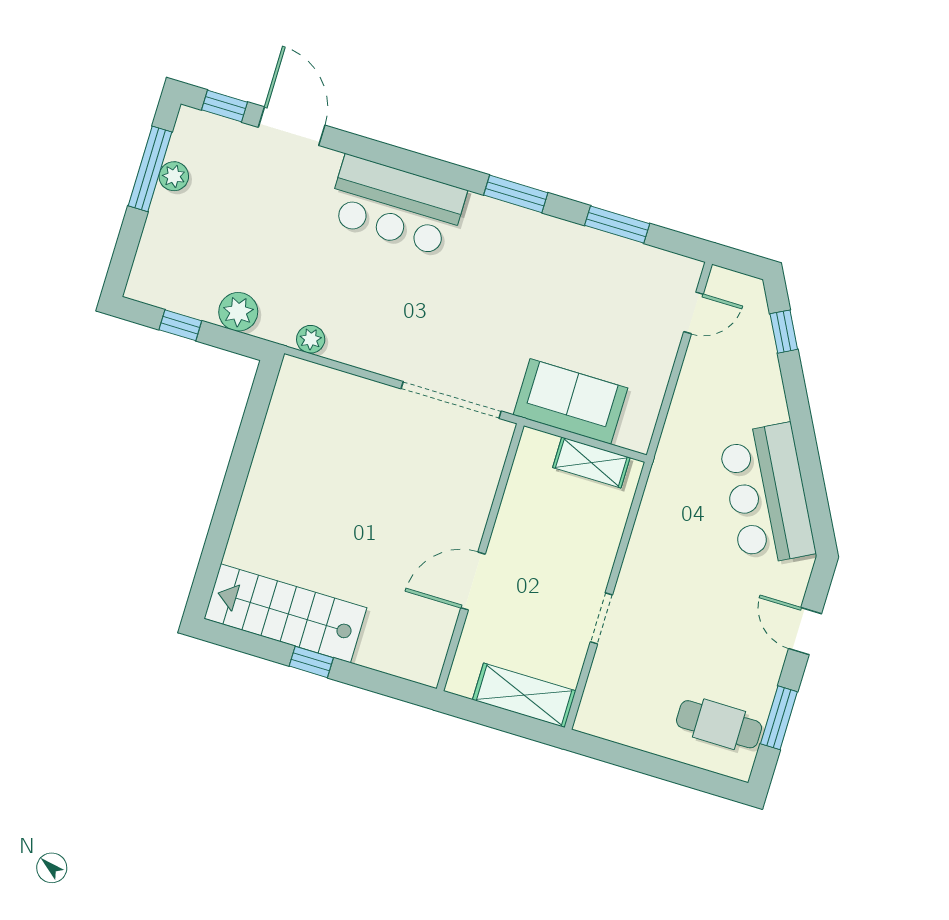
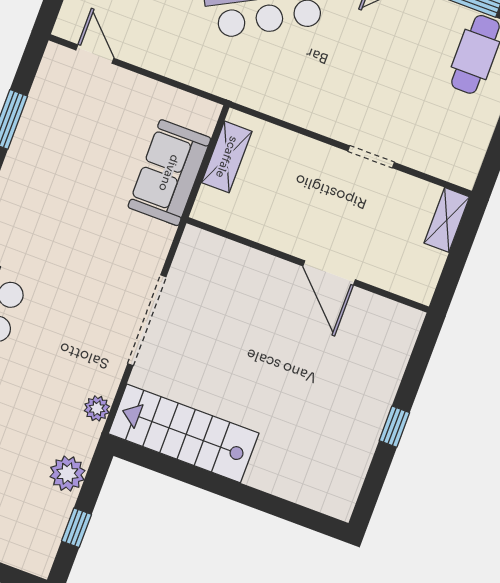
doorway: (451, 400) -> (147, 320), moved
stairs: (285, 613) -> (184, 433), moved, turned 90
shelving: (524, 695) -> (447, 220), width x0.67, depth x0.75

